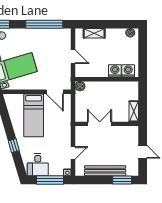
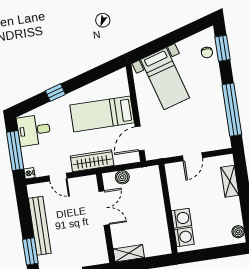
boiler: (80, 86) -> (122, 177), moved
wardrobe: (65, 127) -> (92, 161), added

